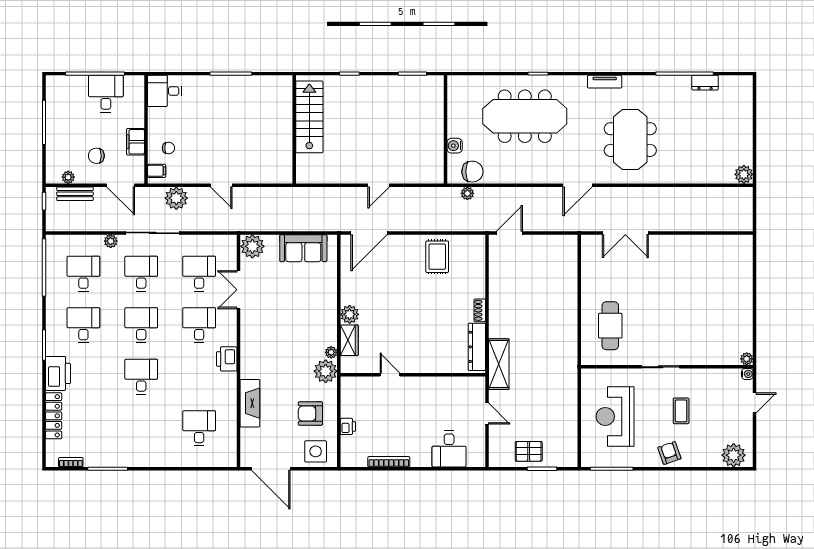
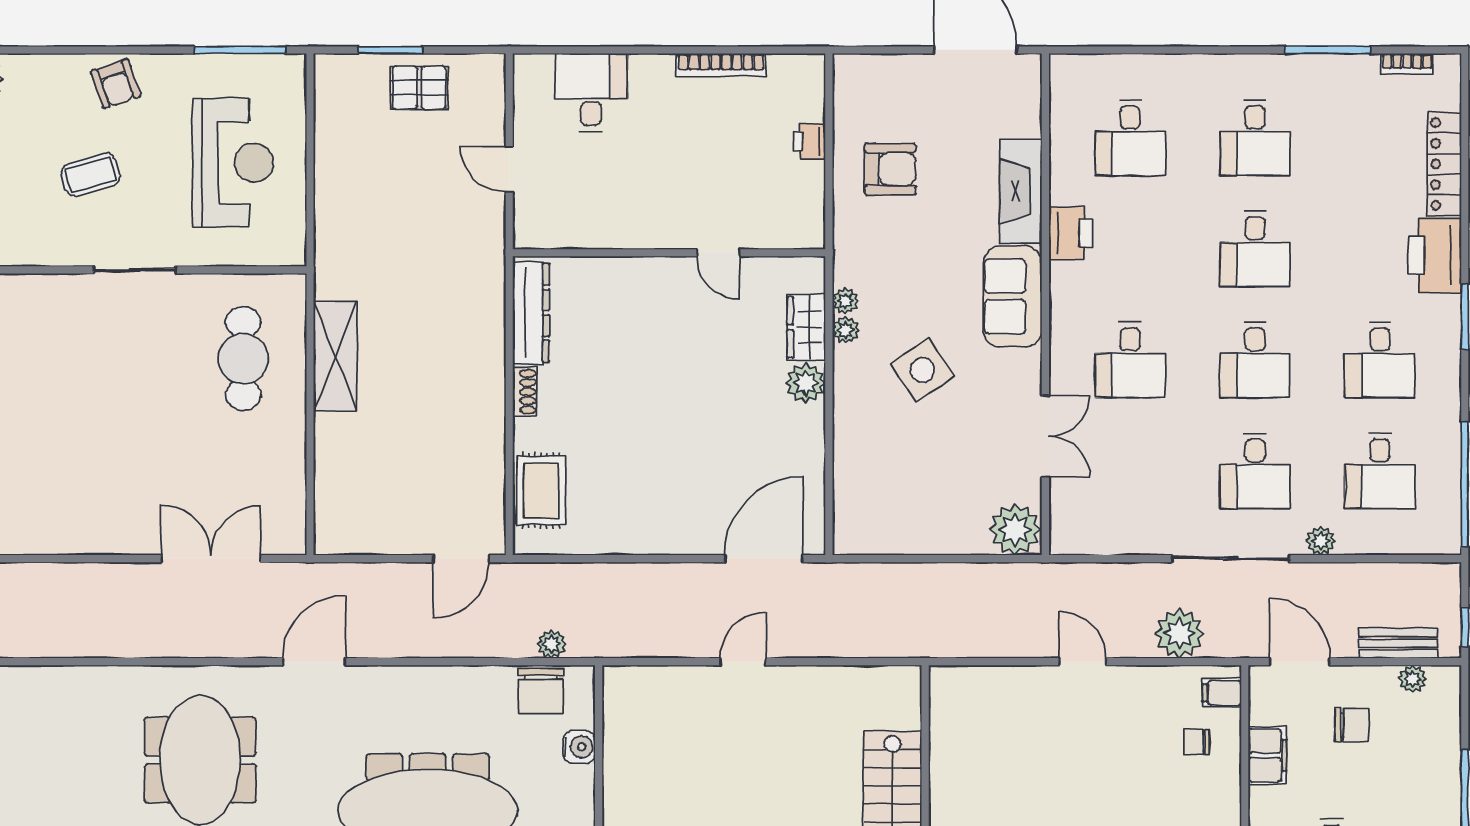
chair: (472, 172) -> (541, 691), turned -90
sofa: (303, 248) -> (1013, 296), moved, turned -90
rug: (437, 257) -> (541, 490), moved
desk: (199, 274) -> (1255, 138), moved
printer: (227, 359) -> (1071, 233), moved
shelving: (499, 364) -> (335, 356), moved
plant: (326, 371) -> (846, 330), moved, width x0.53, depth x0.53
coffee table: (681, 411) -> (91, 175), turned 73
side table: (316, 451) -> (923, 370), moved, turned -34

